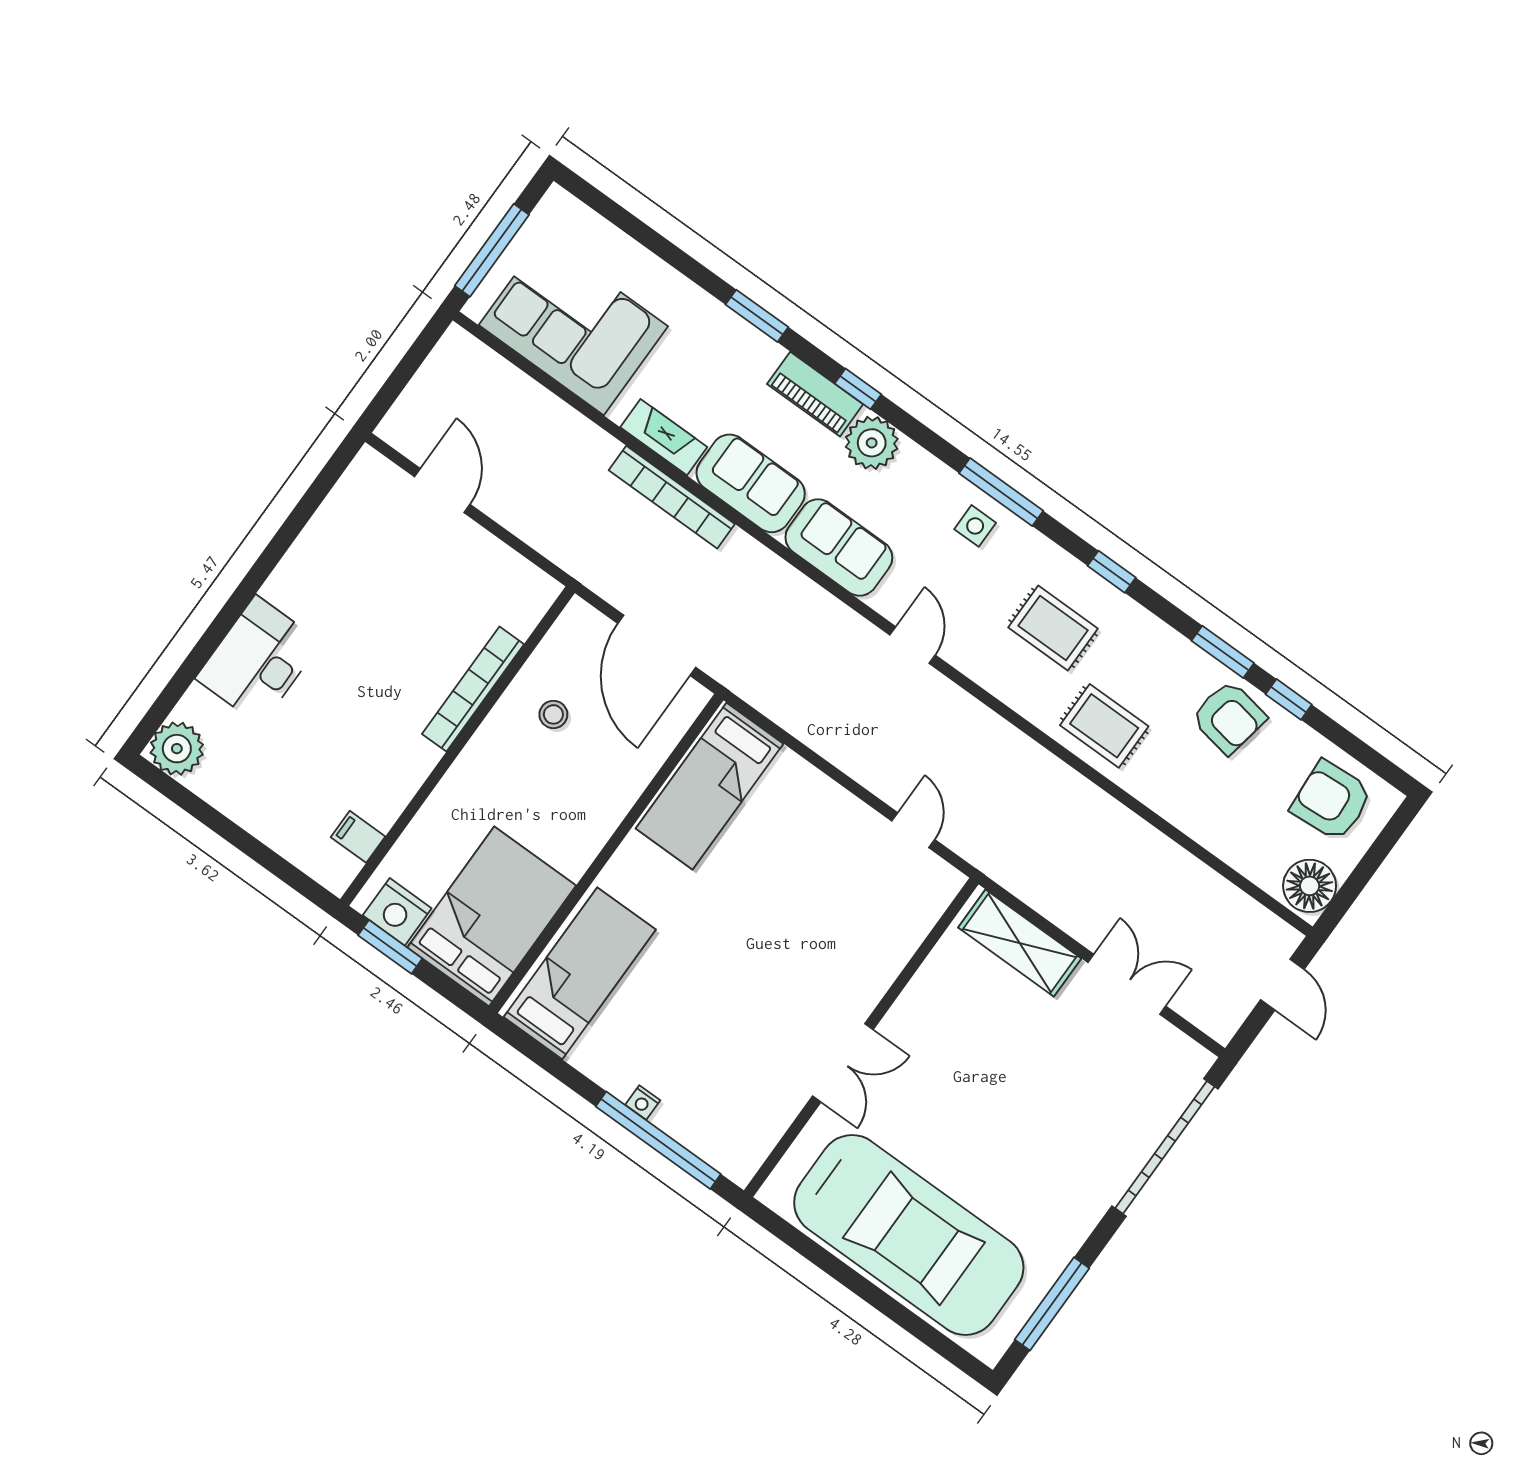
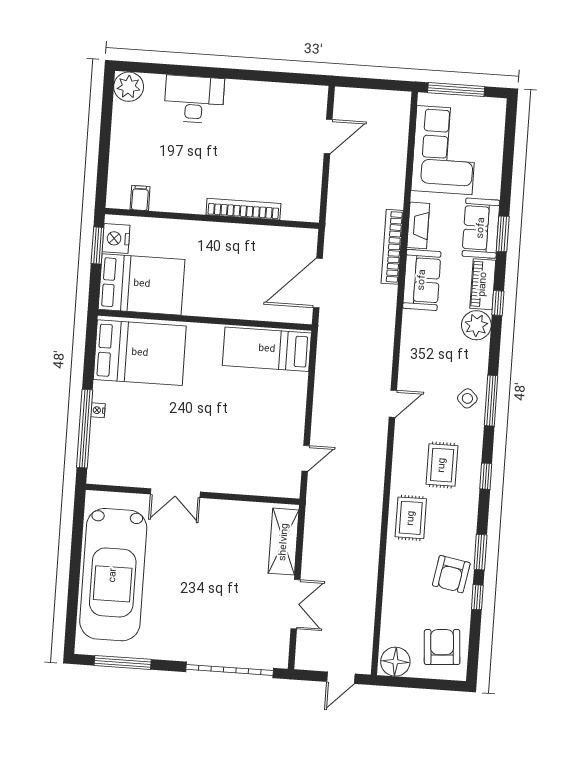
side table: (975, 526) -> (467, 398), turned 45
sofa: (839, 547) -> (481, 228), moved, turned 180
stool: (553, 714) -> (255, 254), removed
bed: (580, 973) -> (140, 353), width x1.50

